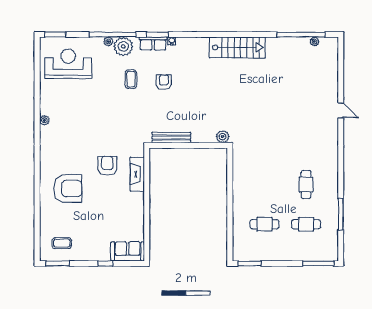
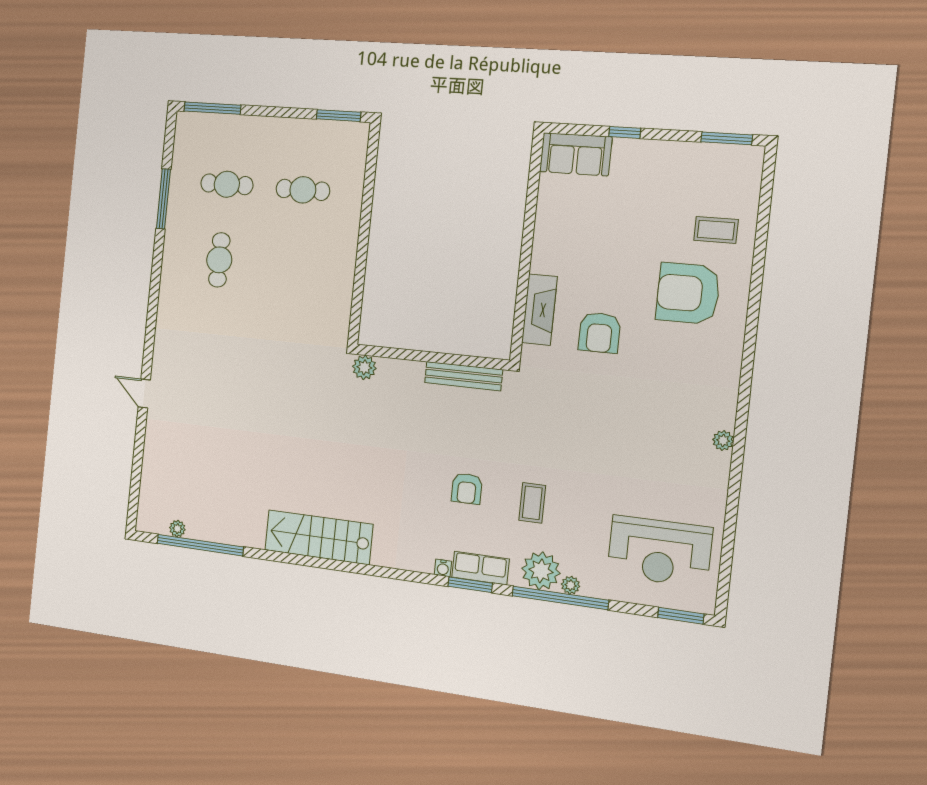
coffee table: (62, 243) -> (716, 230), moved

